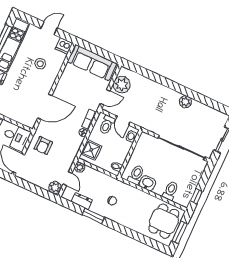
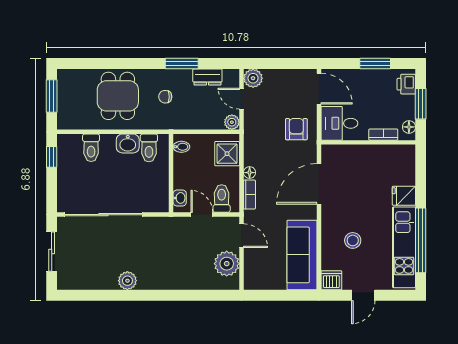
sofa: (92, 63) -> (302, 255), moved, turned -90
door: (105, 97) -> (241, 236), swing flipped
dining table: (164, 221) -> (118, 96), moved

